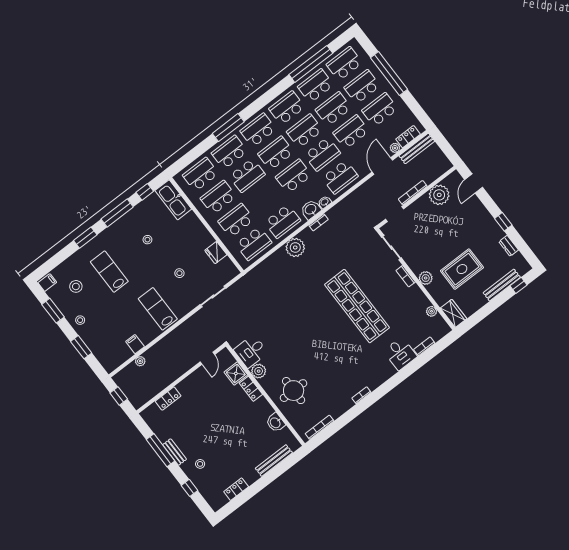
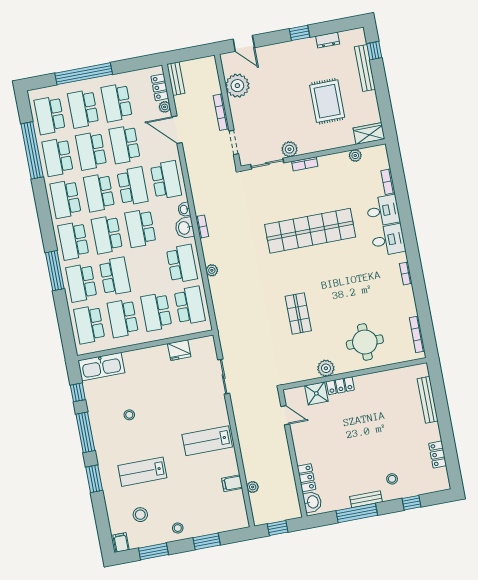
bench: (417, 149) -> (176, 79), width x0.73
plant: (295, 247) -> (212, 270), width x0.53, depth x0.53
stool: (179, 273) -> (181, 399), removed
plant: (426, 278) -> (289, 149), moved
shop shelf: (290, 329) -> (298, 313), added
desk: (251, 351) -> (388, 240), moved, turned -90
washbasin: (275, 423) -> (312, 502), moved, turned -90

